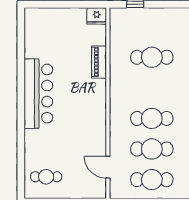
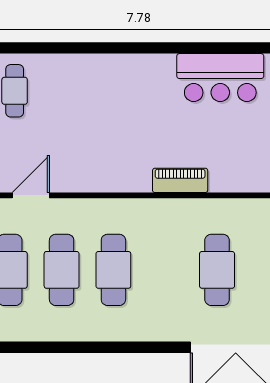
piano: (99, 62) -> (180, 180), moved
bar counter: (38, 94) -> (220, 78), moved, width x0.73

